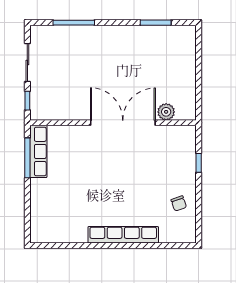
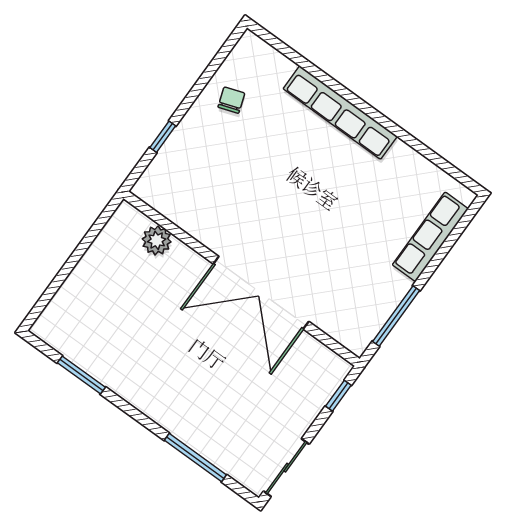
sliding door: (27, 62) -> (286, 468), moved
double door: (123, 123) -> (261, 293), moved
row of seats: (38, 151) -> (430, 237), moved

